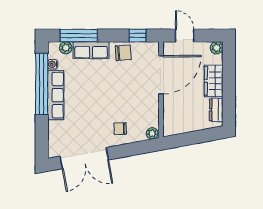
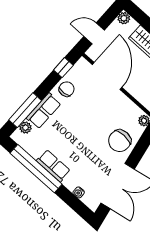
water cooler: (53, 64) -> (79, 192), moved
row of seats: (56, 95) -> (53, 166), width x0.68
chair: (120, 129) -> (120, 141), width x1.87, depth x1.87

